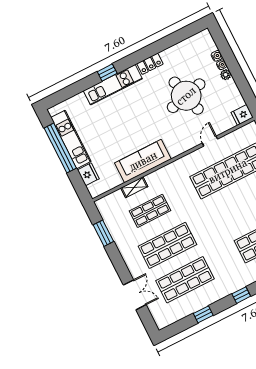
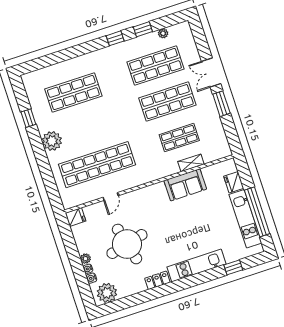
plant: (199, 43) -> (107, 293), added
window: (107, 72) -> (233, 267), moved
sofa: (143, 161) -> (185, 185), width x0.73
window: (103, 233) -> (221, 104), moved
double door: (135, 295) -> (211, 72), moved
window: (241, 295) -> (115, 38), moved
plant: (182, 313) -> (163, 33), added

